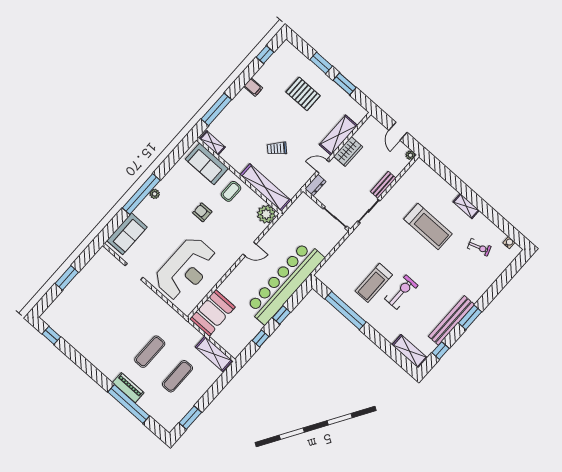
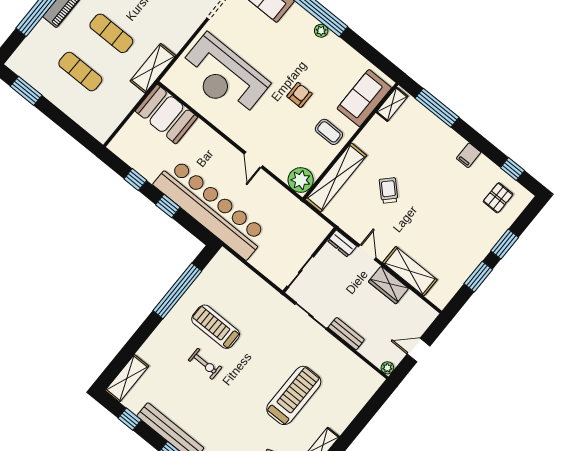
pallet: (303, 94) -> (498, 198), moved, width x0.67, depth x0.71
treadmill: (428, 226) -> (294, 395), turned 180
exercise bike: (401, 292) -> (205, 364), width x0.73, depth x0.72
shelving: (214, 354) -> (153, 68), moved

